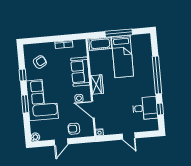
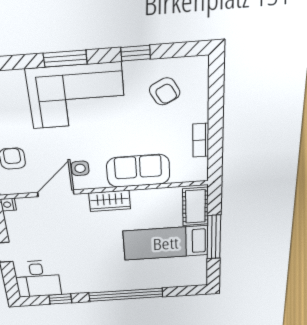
desk: (145, 108) -> (38, 279), moved

